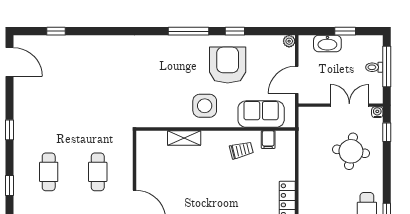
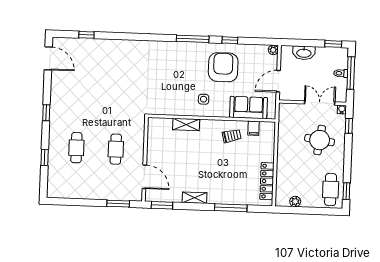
window: (345, 31) -> (333, 44), moved
side table: (205, 106) -> (204, 99), width x0.54, depth x0.54

